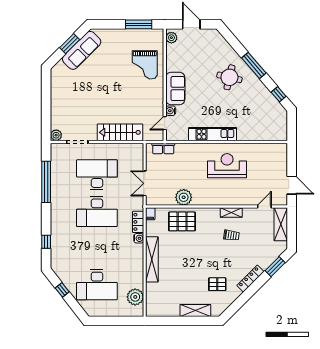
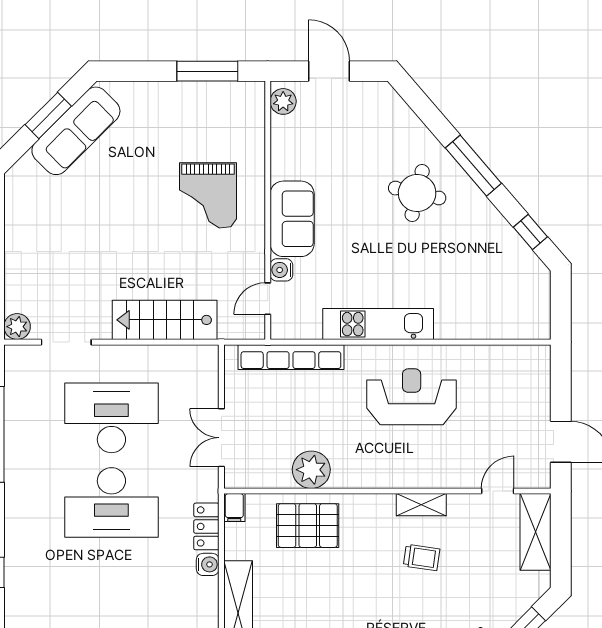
grand piano: (145, 65) -> (208, 195), moved
row of seats: (163, 148) -> (291, 357), width x2.02

